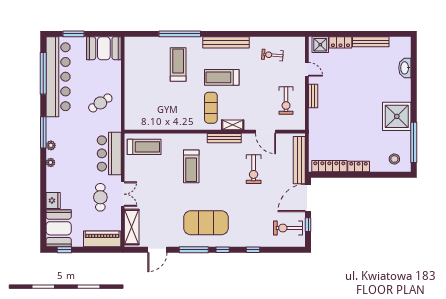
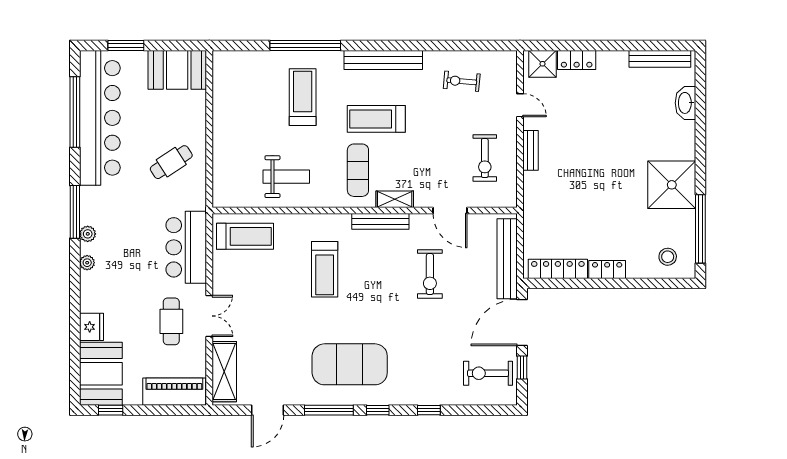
bench: (371, 42) -> (660, 59), moved
weight bench: (168, 112) -> (286, 177), added

